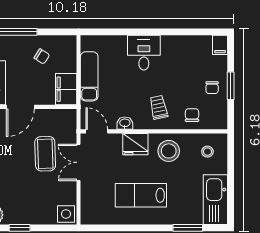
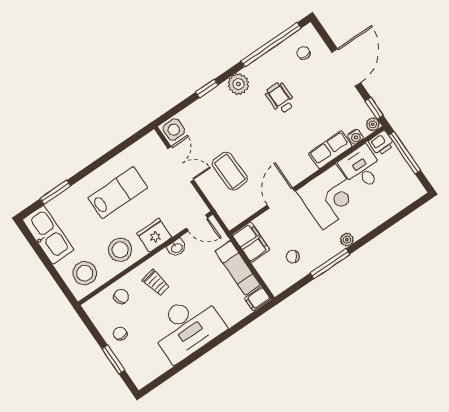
filing cabinet: (220, 45) -> (257, 299), moved, turned -90
desk: (144, 53) -> (187, 327), width x1.87, depth x1.30
window: (231, 86) -> (113, 359), moved
chair: (192, 115) -> (121, 296), turned -109
stool: (207, 152) -> (85, 273), width x1.89, depth x1.89
double door: (79, 162) -> (181, 164), moved

